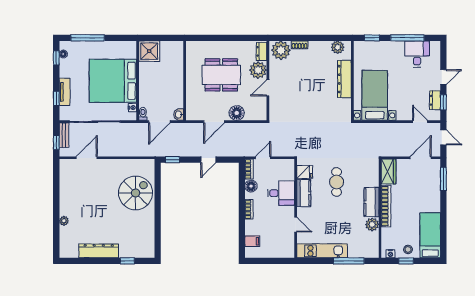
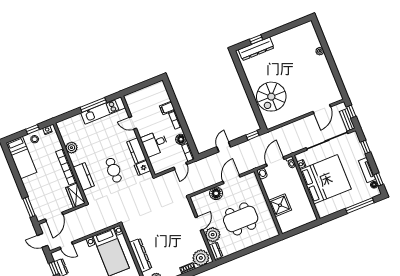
shower: (149, 51) -> (280, 205), moved
tv unit: (65, 92) -> (367, 170), moved
kitchen counter: (371, 202) -> (84, 177), moved
filing cabinet: (252, 241) -> (167, 108), moved
dresser: (99, 251) -> (256, 49), moved
window: (349, 261) -> (93, 105), moved

